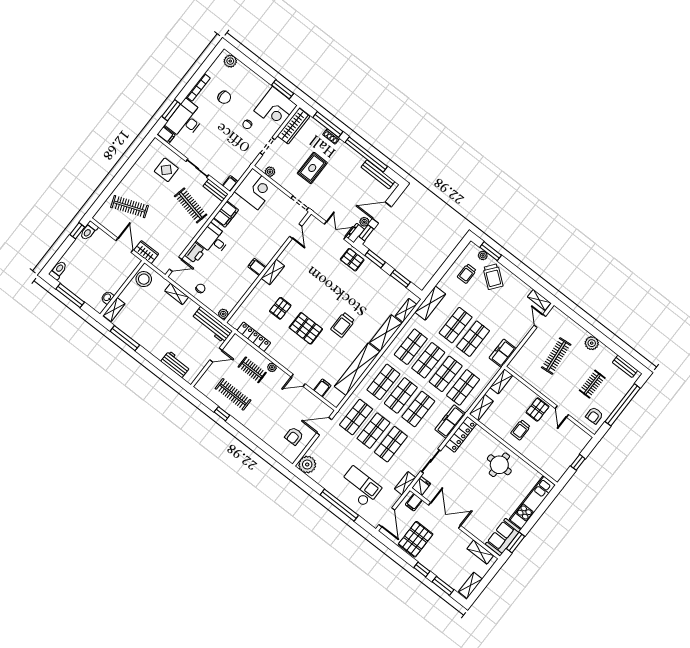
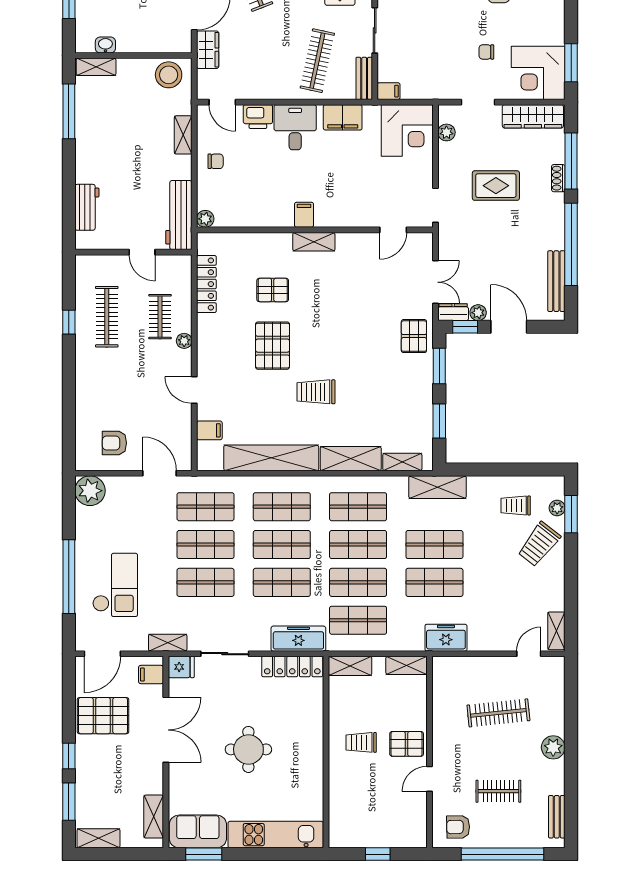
round table: (499, 465) -> (248, 749), moved

